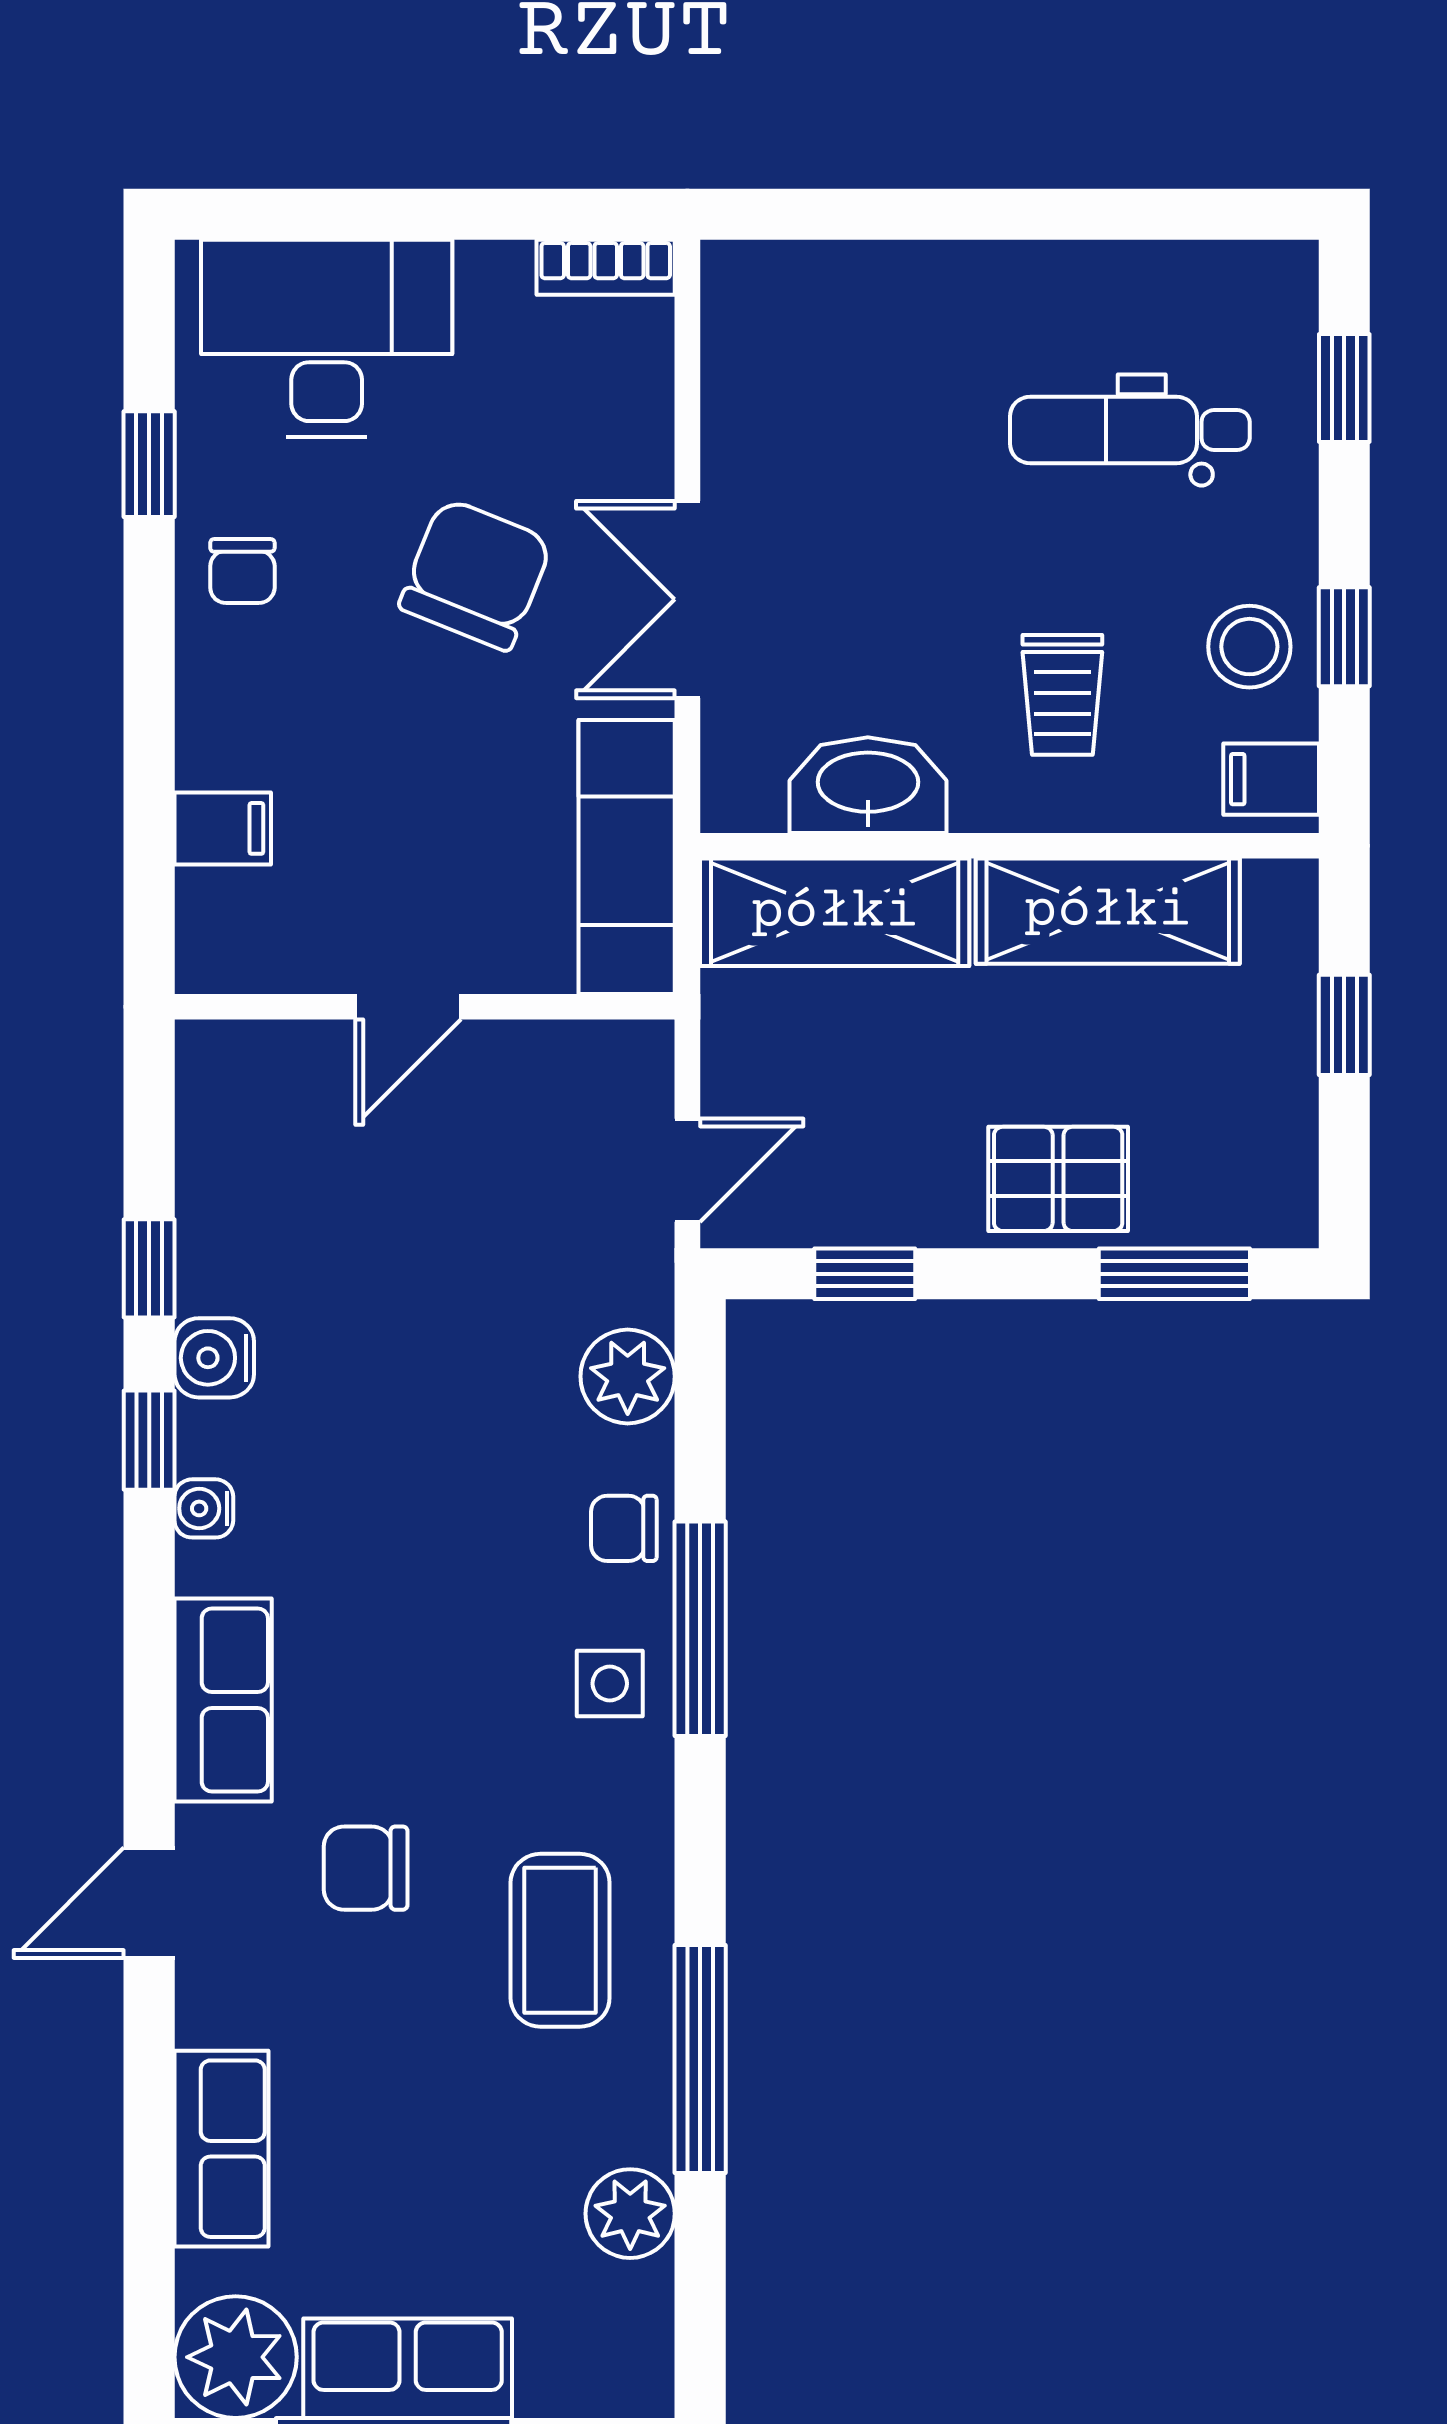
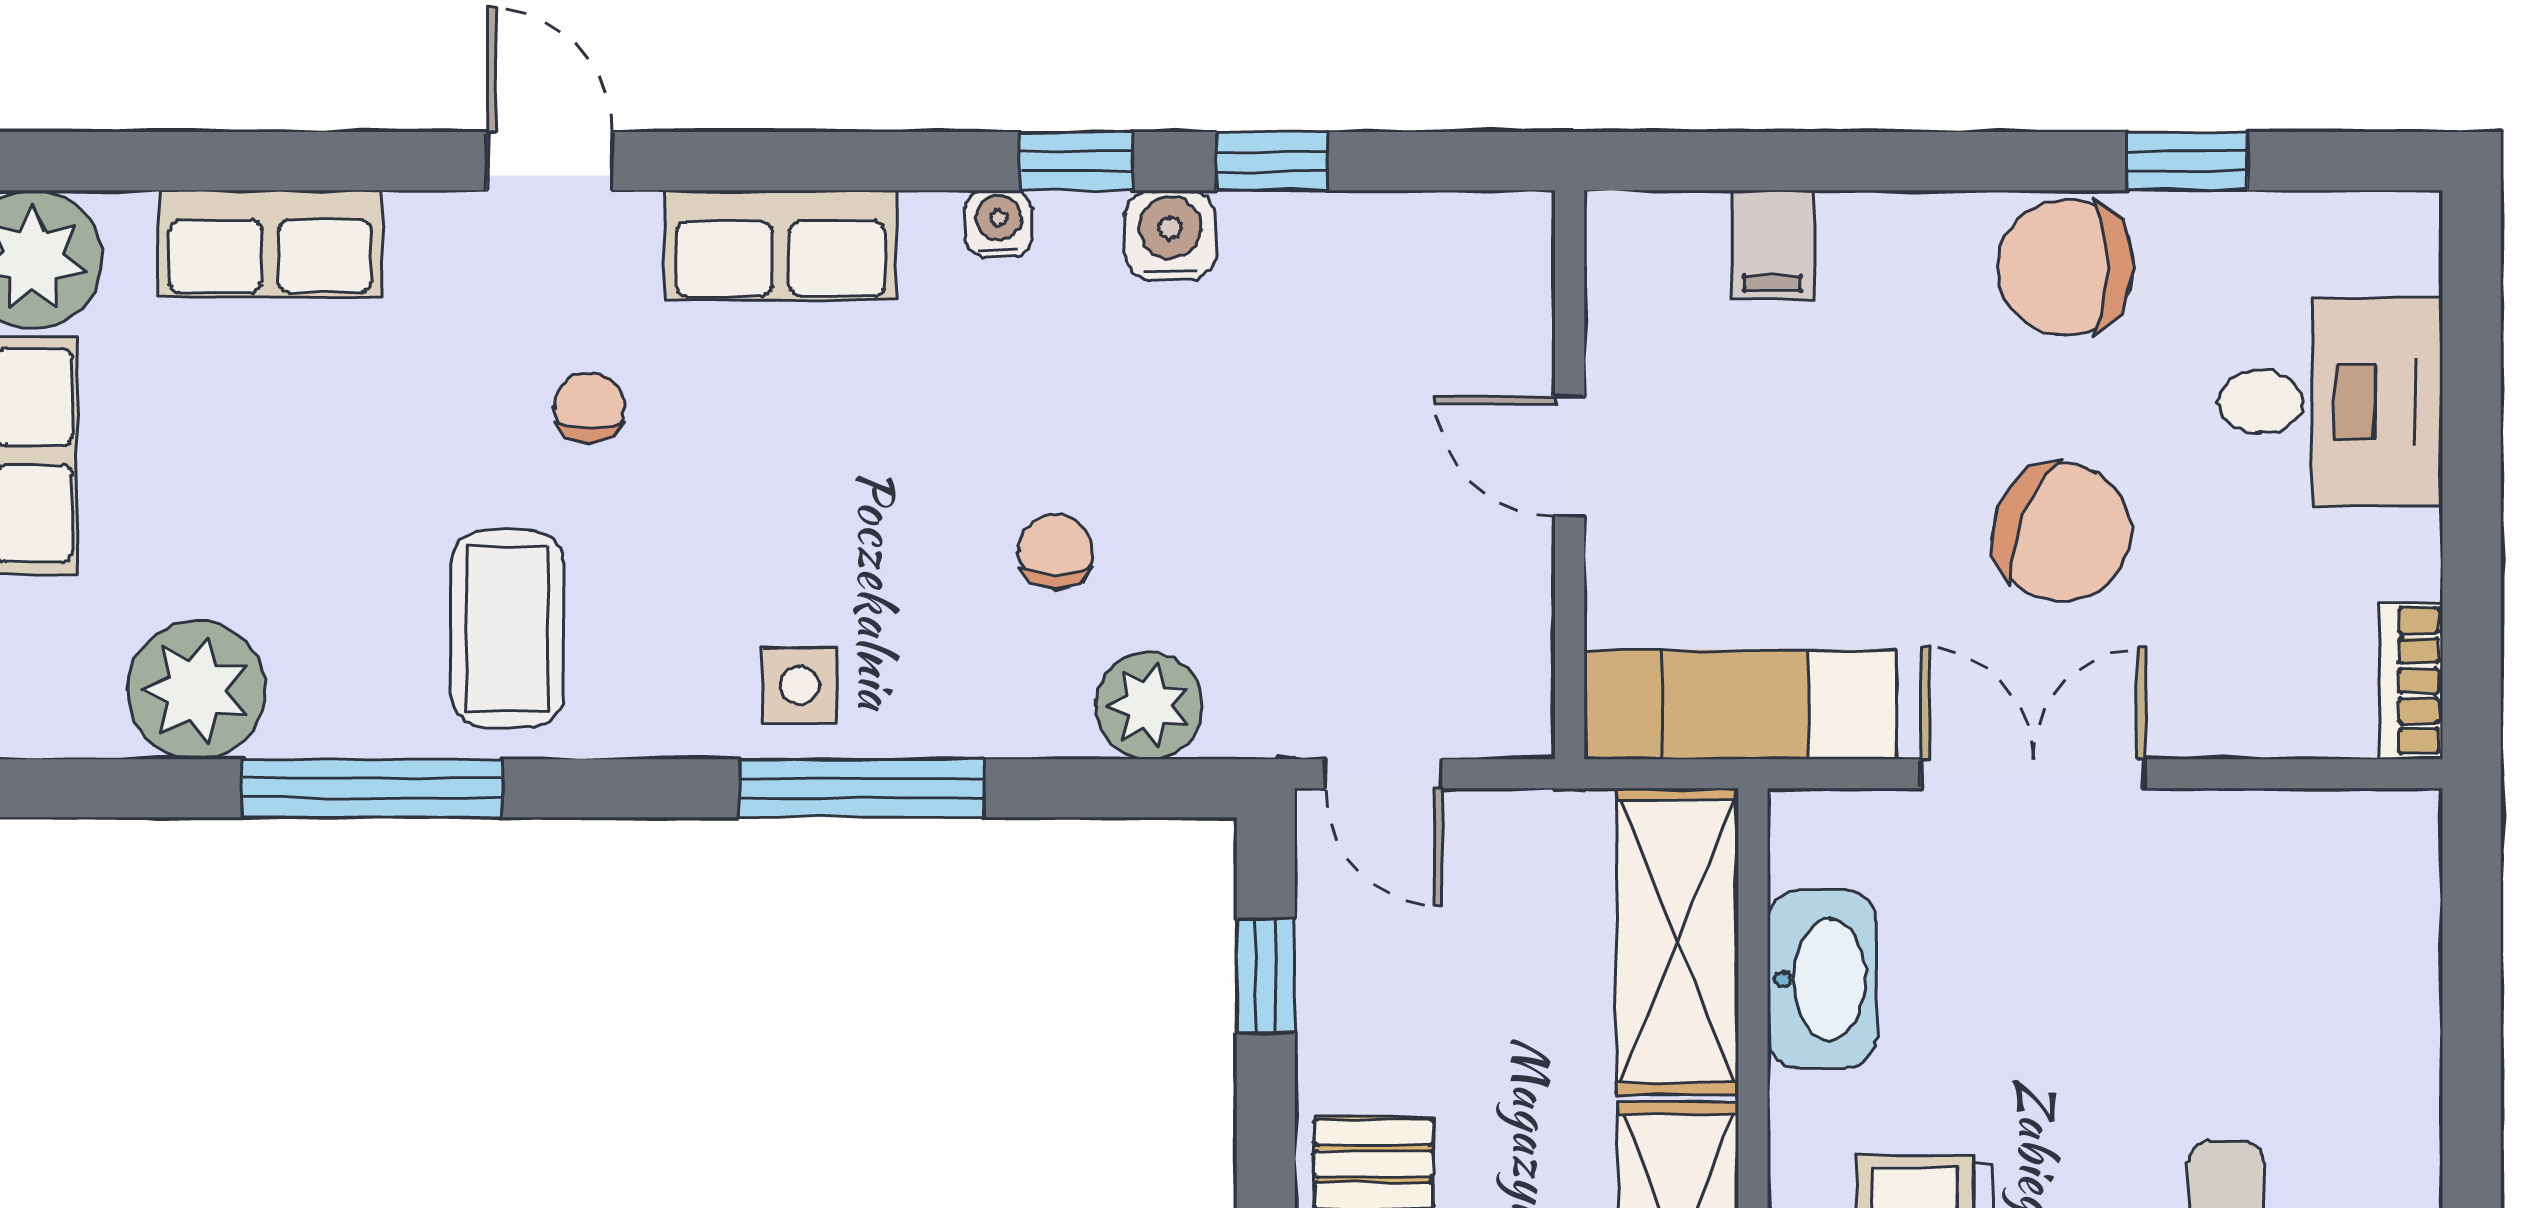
desk: (327, 338) -> (2330, 402), width x0.73
chair: (242, 571) -> (2066, 267), width x1.87, depth x1.87
chair: (624, 1528) -> (1056, 552), moved
chair: (366, 1868) -> (589, 407), width x0.73, depth x0.73
coffee table: (560, 1940) -> (507, 629), turned 90
plant: (630, 2214) -> (196, 690), width x1.36, depth x1.36

